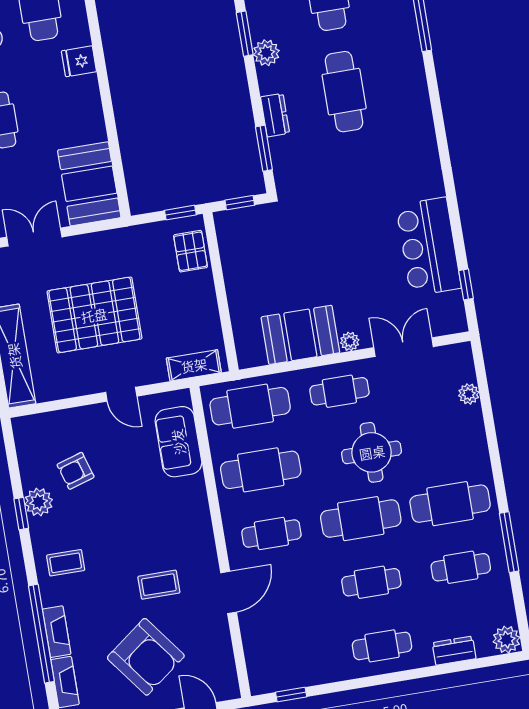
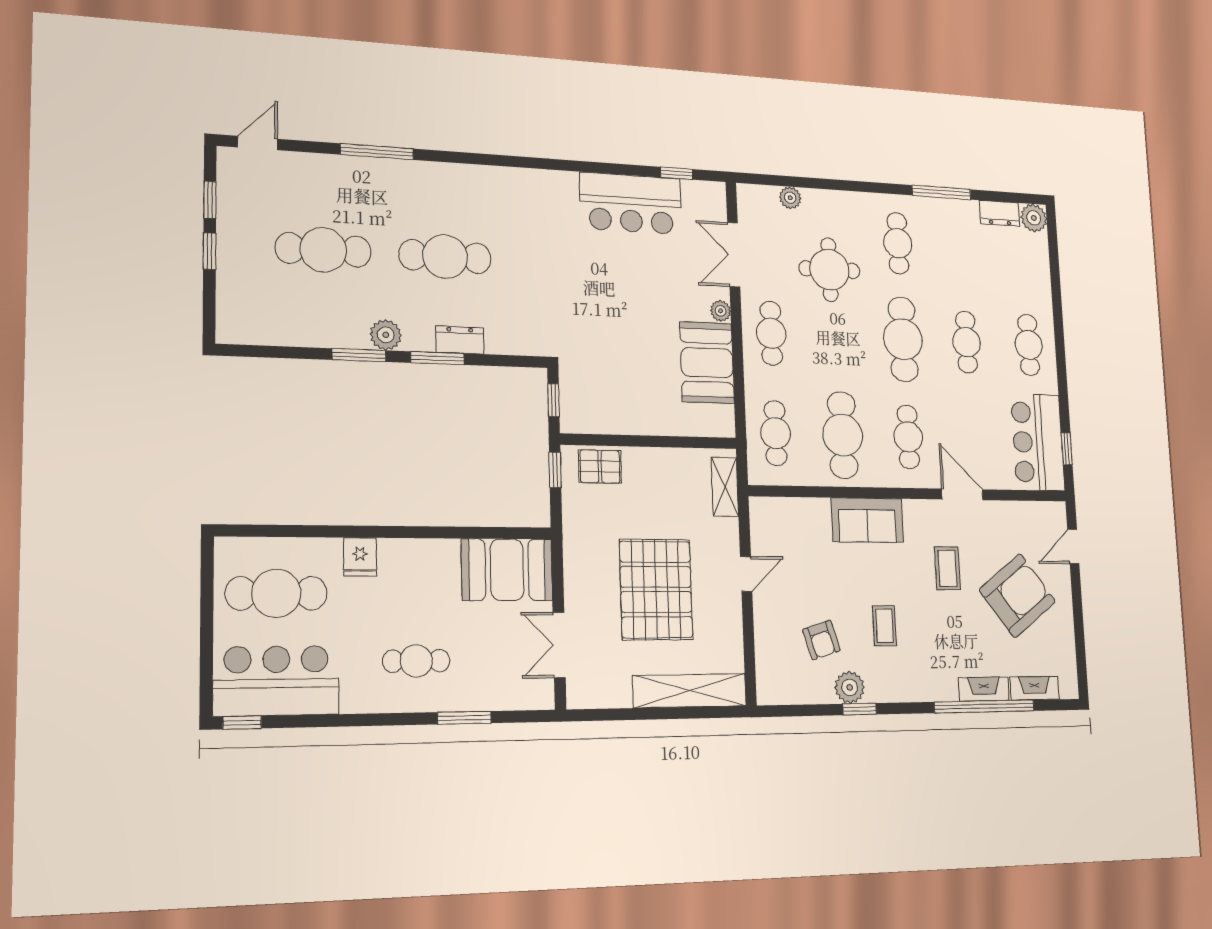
window: (264, 148) -> (437, 358), moved
cafe table: (250, 406) -> (776, 433), width x0.73, depth x0.74
sofa: (178, 442) -> (867, 520), moved
round table: (372, 452) -> (829, 270), moved
cafe table: (450, 504) -> (898, 243), width x0.73, depth x0.74
coffee table: (66, 563) -> (885, 626), moved
cafe table: (461, 567) -> (961, 247), removed
dresser: (454, 651) -> (999, 213), moved, turned -90
bar counter: (292, 664) -> (1038, 442), added

